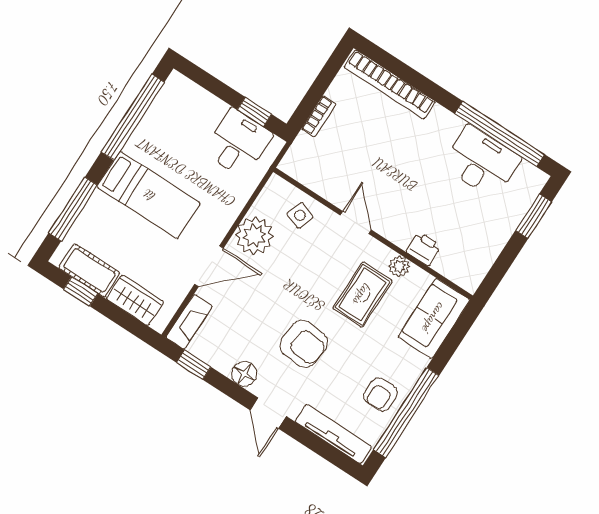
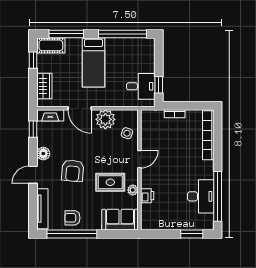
cot: (89, 270) -> (51, 45), moved, turned 90

